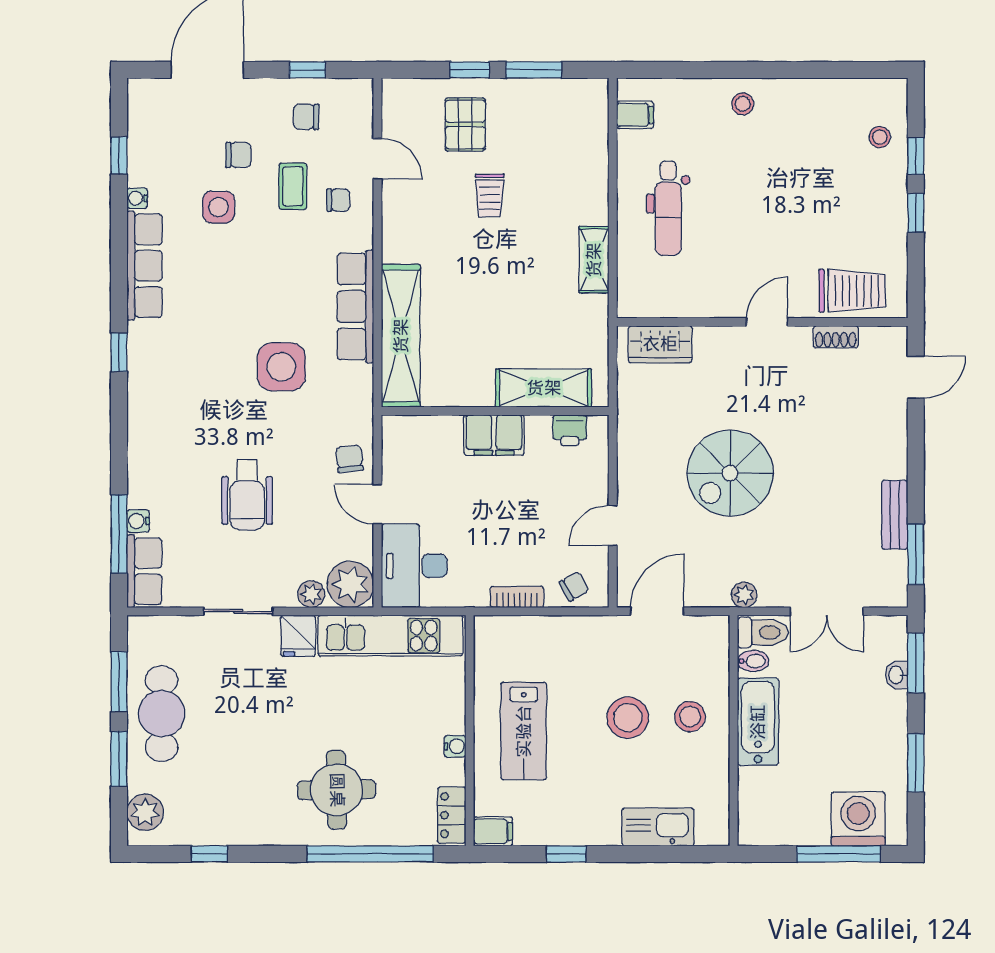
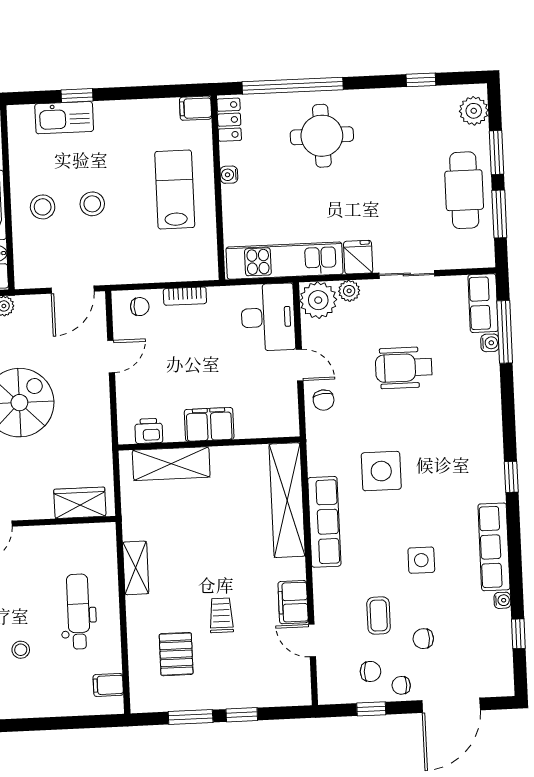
stool: (743, 104) -> (21, 650), moved
pallet: (465, 124) -> (176, 654), moved
chair: (338, 200) -> (401, 685), moved
side table: (219, 207) -> (421, 560), moved
filing cabinet: (399, 208) -> (293, 602), added
wheelchair: (247, 495) -> (404, 368), turned -90
chair: (574, 586) -> (140, 307), turned -150
stool: (628, 718) -> (92, 204), width x0.73, depth x0.73
window: (566, 854) -> (77, 96), moved

